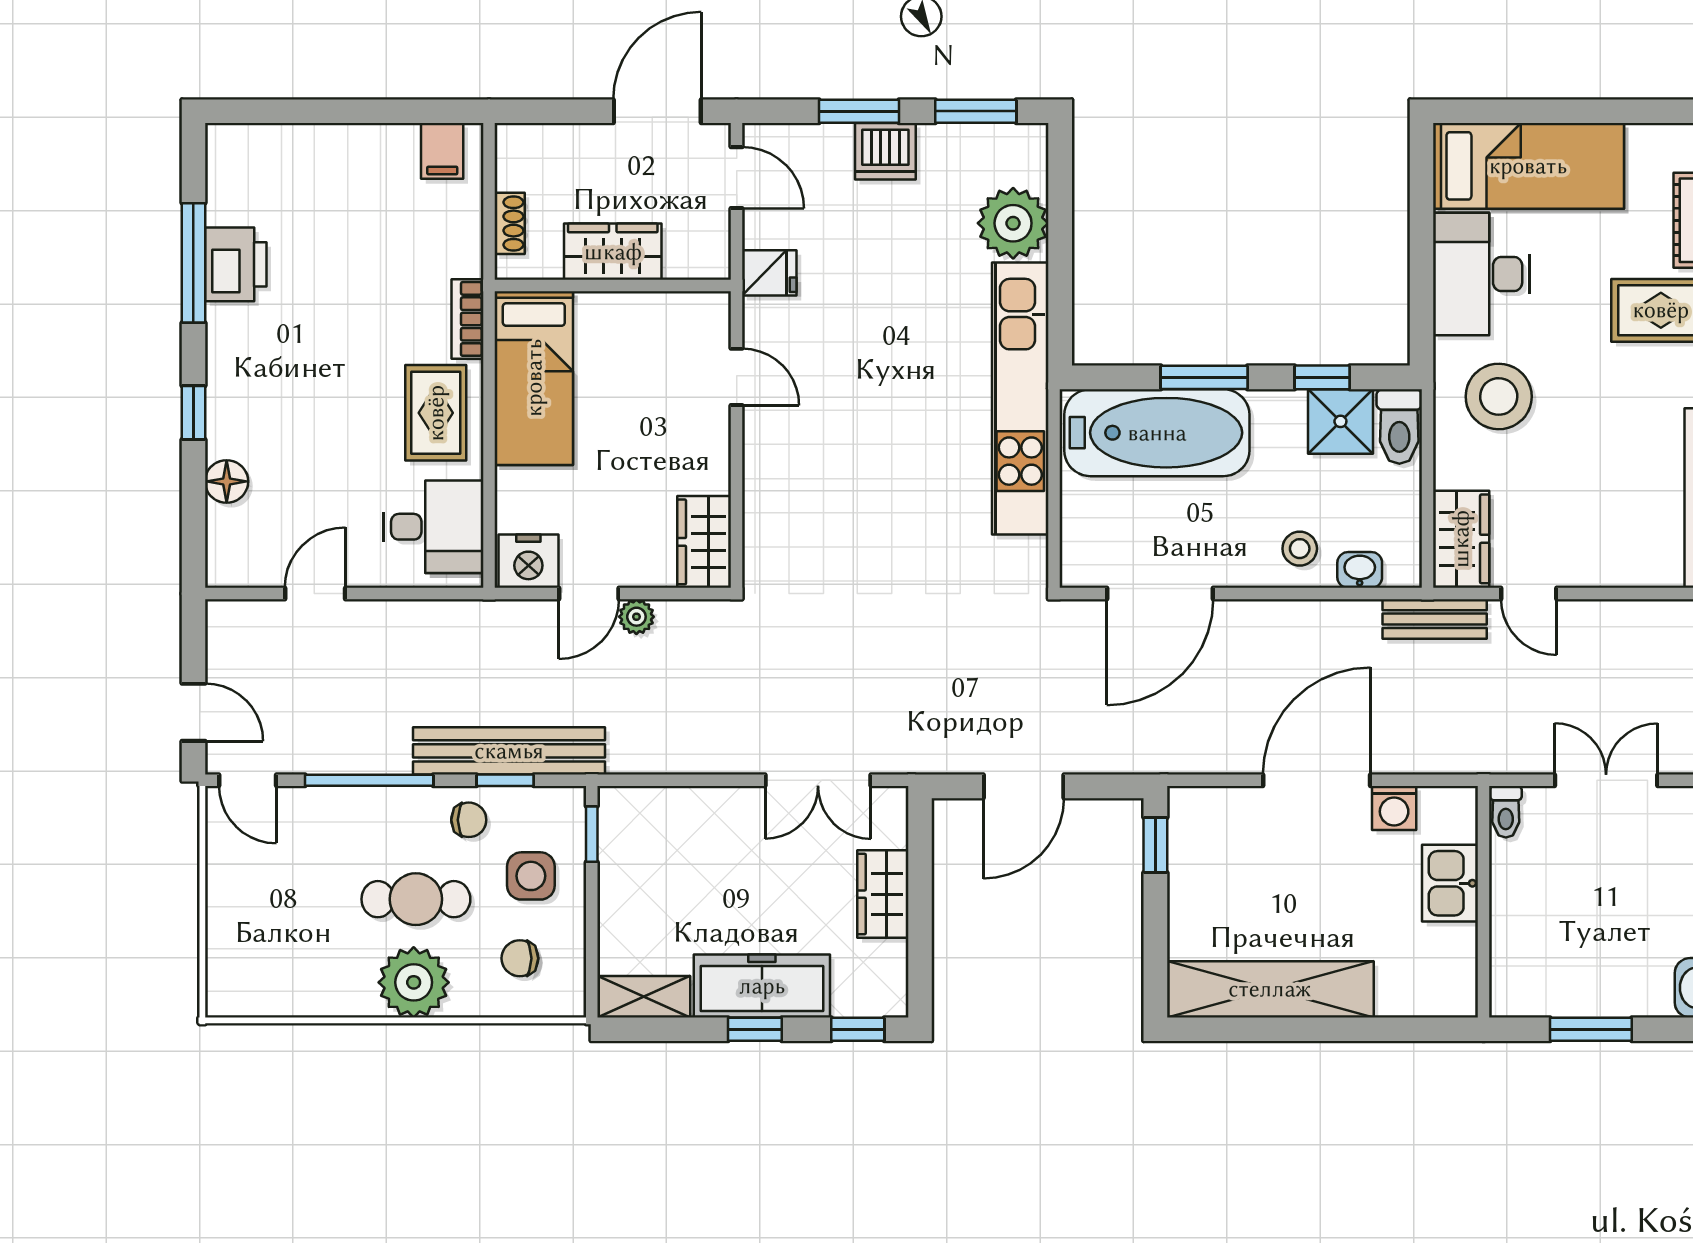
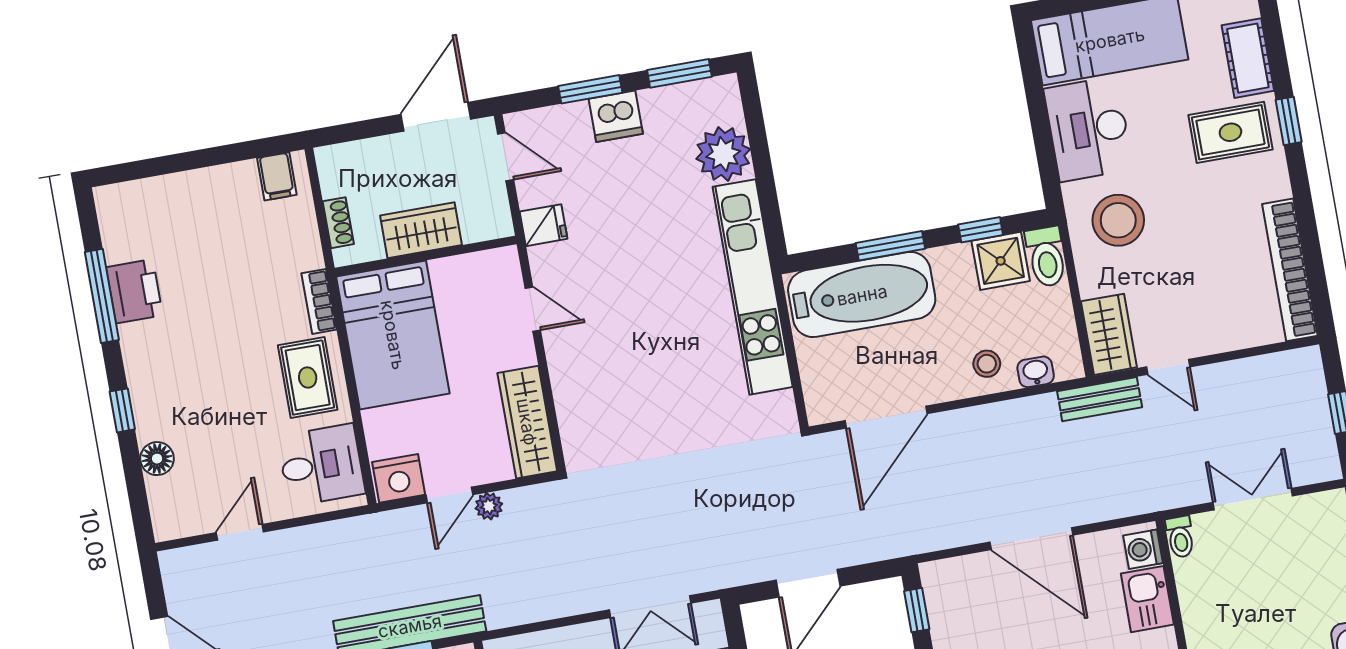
bed: (534, 378) -> (393, 335), width x1.50
wardrobe: (704, 542) -> (527, 422), width x1.50
door: (1317, 780) -> (1031, 539), swing flipped
washing machine: (1394, 808) -> (1143, 549), moved, turned 90

